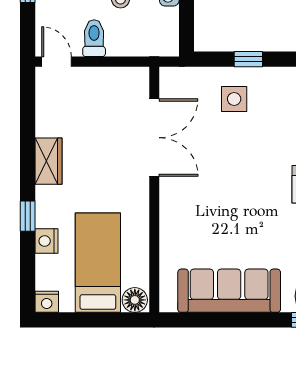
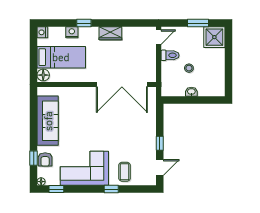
window: (248, 59) -> (160, 143), moved
side table: (234, 99) -> (141, 123), removed
double door: (154, 138) -> (122, 84), width x1.36

